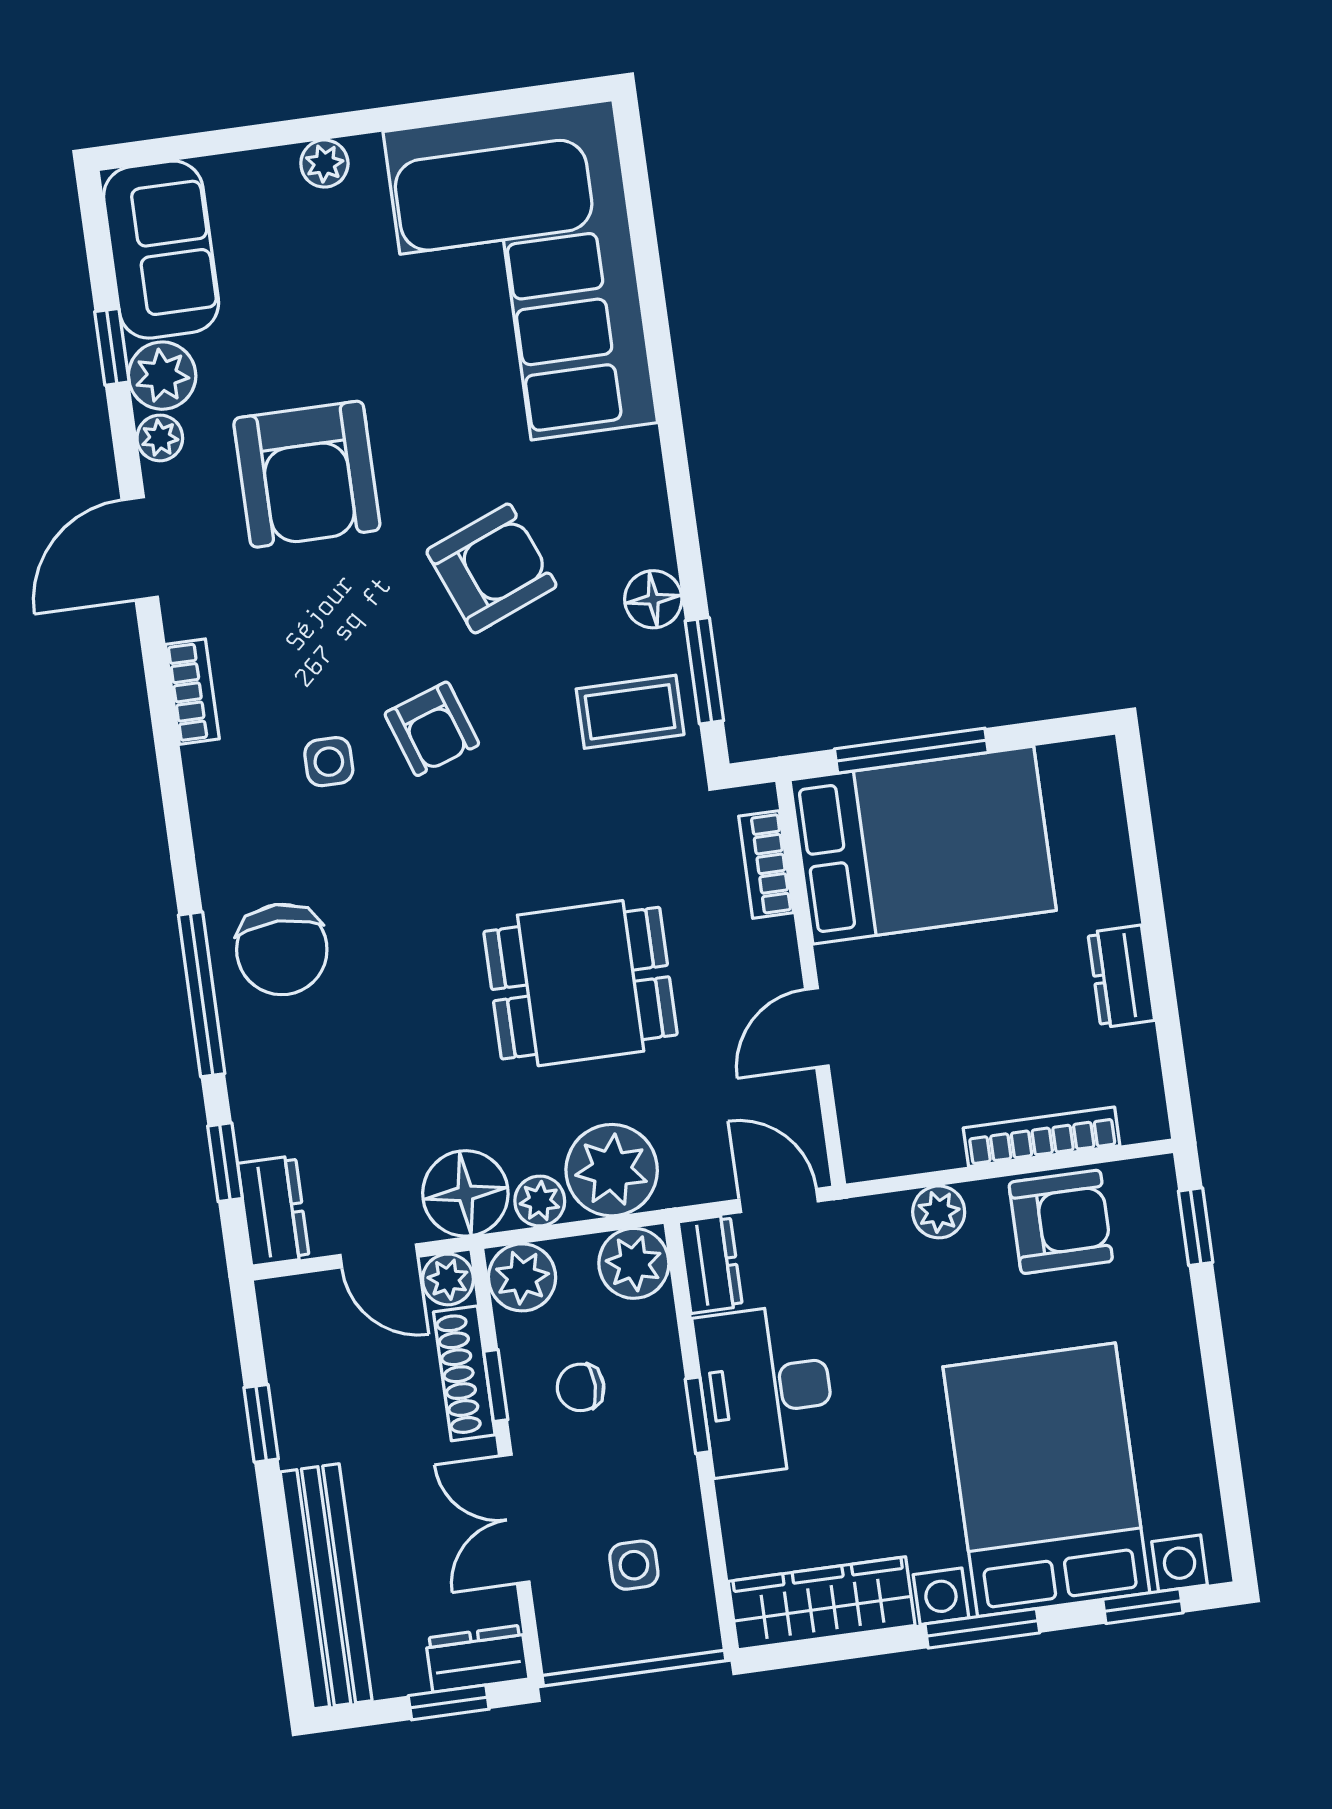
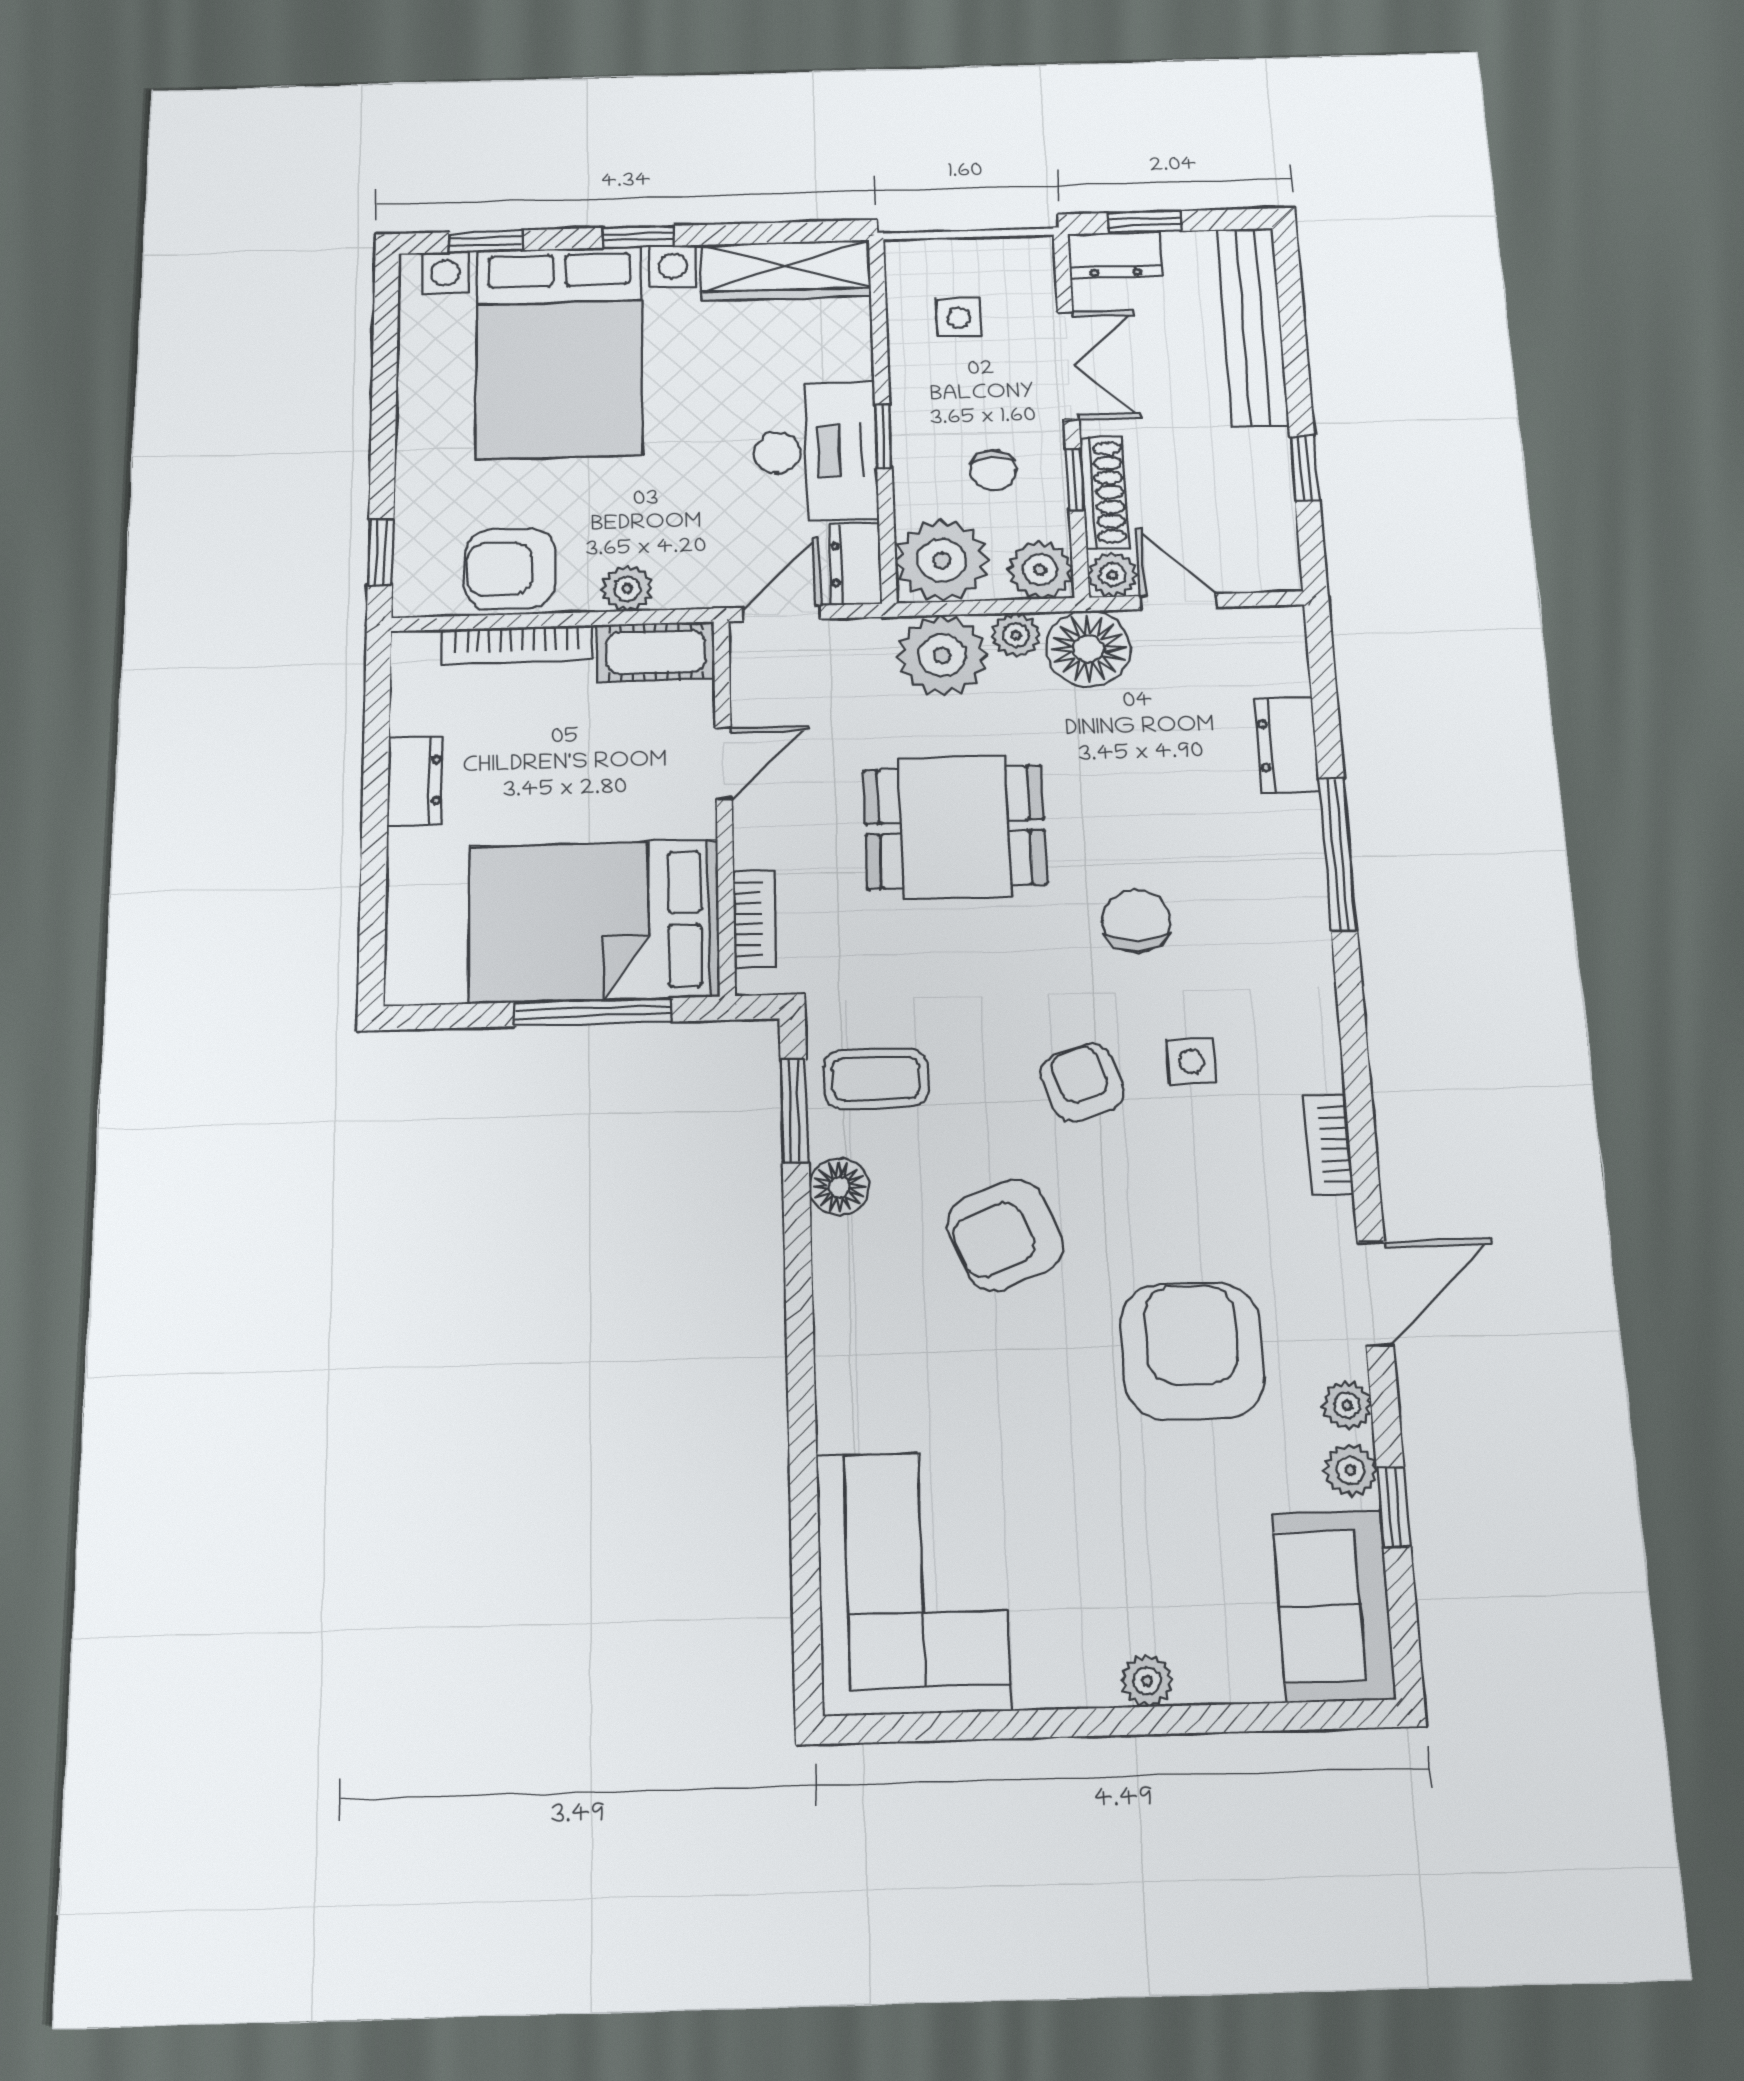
corner sofa: (520, 277) -> (913, 1582), width x0.73, depth x0.74
plant: (162, 376) -> (1351, 1470), width x0.73, depth x0.73
chair: (282, 950) -> (1136, 921), moved, width x0.73, depth x0.73
cot: (900, 1144) -> (656, 652), added
window: (225, 1162) -> (1324, 699), removed
door: (779, 1200) -> (782, 613), swing flipped
dresser: (273, 1211) -> (1287, 745), moved
plant: (634, 1263) -> (942, 560), width x1.36, depth x1.36
chair: (581, 1387) -> (993, 470), turned 90
window: (982, 1628) -> (638, 237), width x0.67

